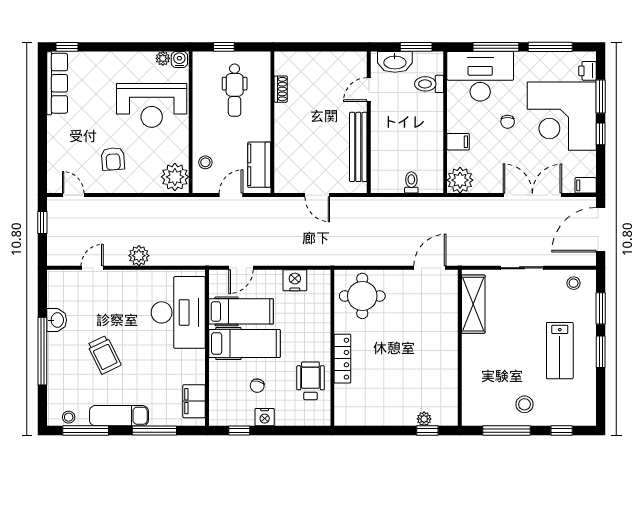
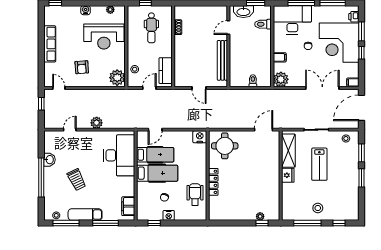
water cooler: (179, 60) -> (86, 10), moved
row of seats: (57, 83) -> (50, 44), moved
nightstand: (295, 280) -> (200, 137), moved
fridge: (472, 347) -> (288, 175), added
lab bench: (560, 351) -> (319, 164), moved

